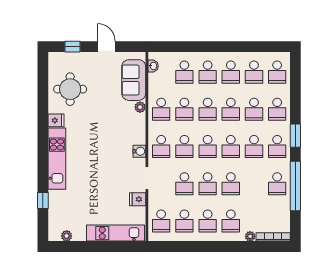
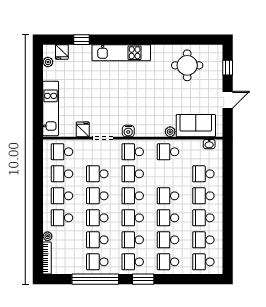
school desk: (184, 109) -> (97, 240), moved
fridge: (56, 120) -> (62, 52), moved

